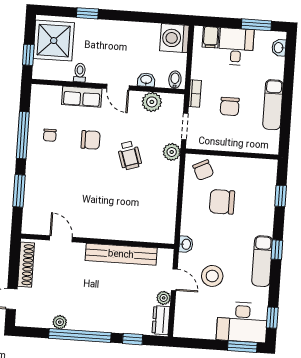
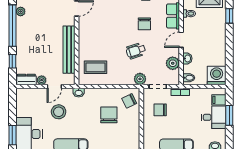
window: (256, 25) -> (229, 115), moved
chair: (230, 106) -> (160, 110), moved
coffee table: (150, 217) -> (96, 67), added

